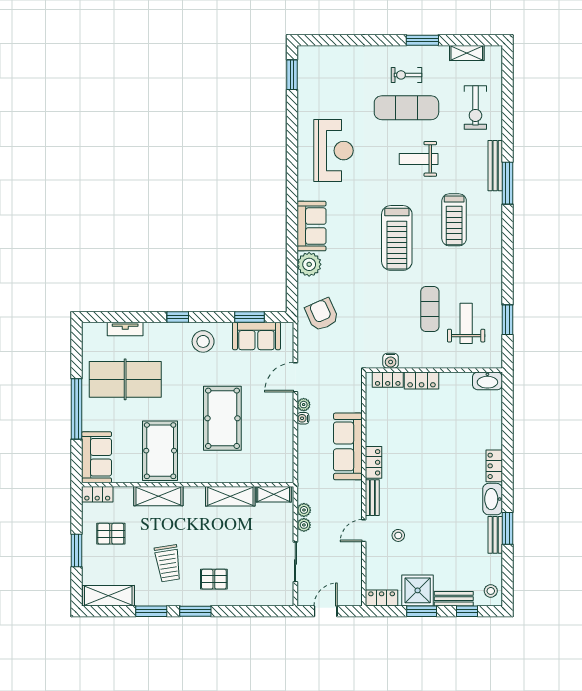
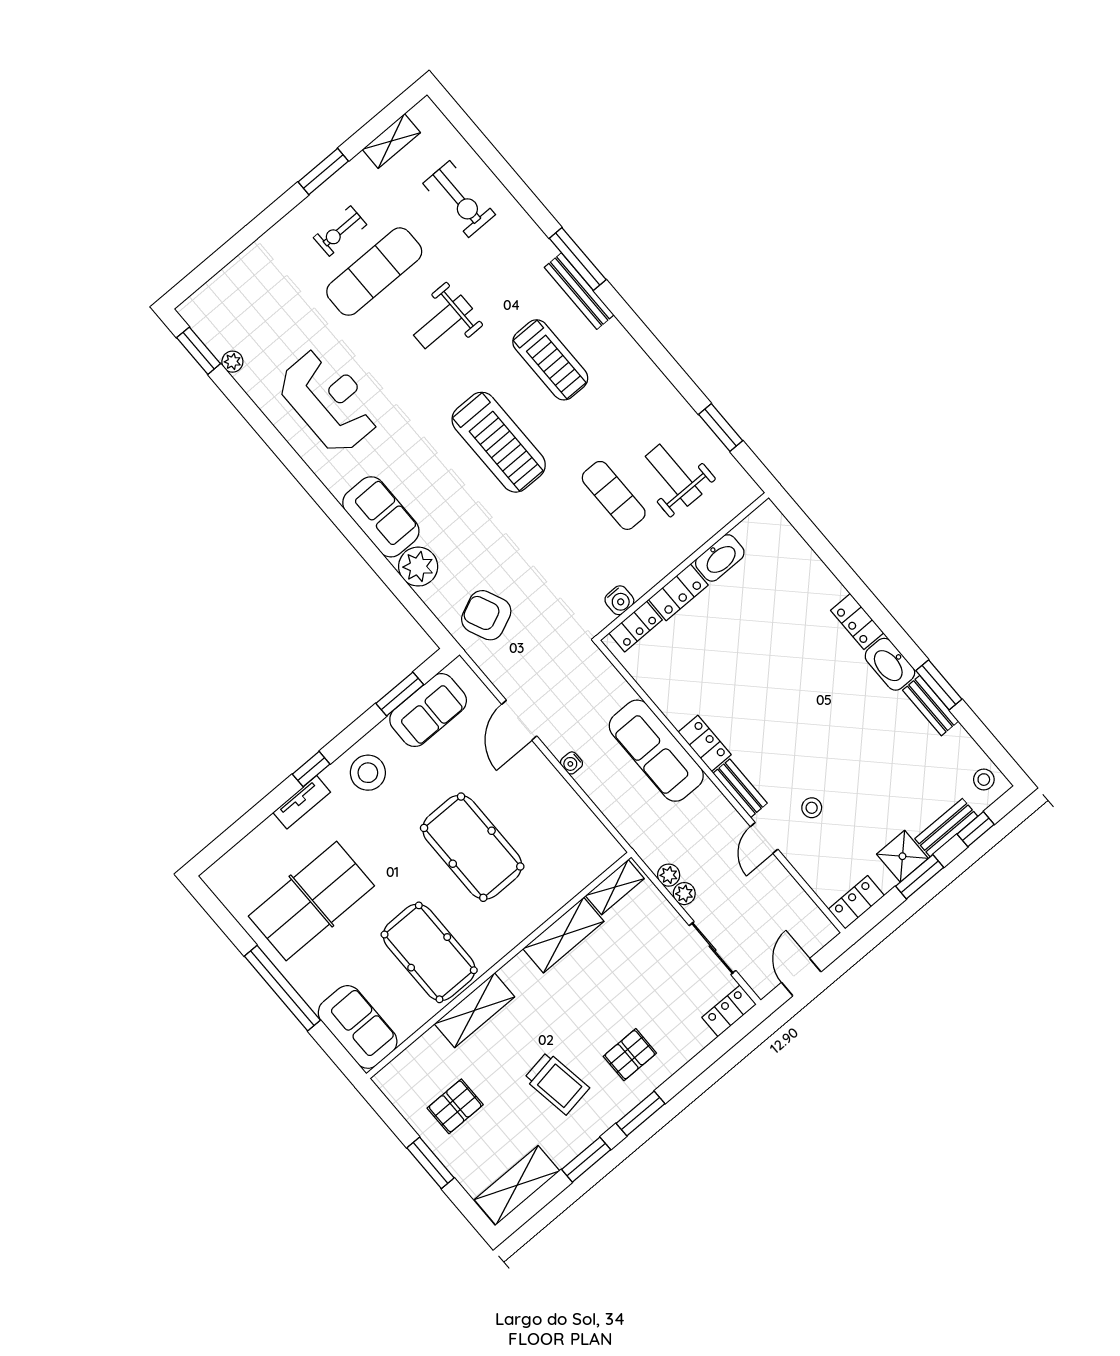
bench: (495, 166) -> (579, 291), moved
tv unit: (125, 329) -> (302, 802), moved
washbasin: (487, 381) -> (720, 558), moved
plant: (304, 405) -> (232, 362), moved
locker: (97, 494) -> (729, 1011), moved, turned 180
shower: (418, 590) -> (902, 856), width x0.73, depth x0.73

